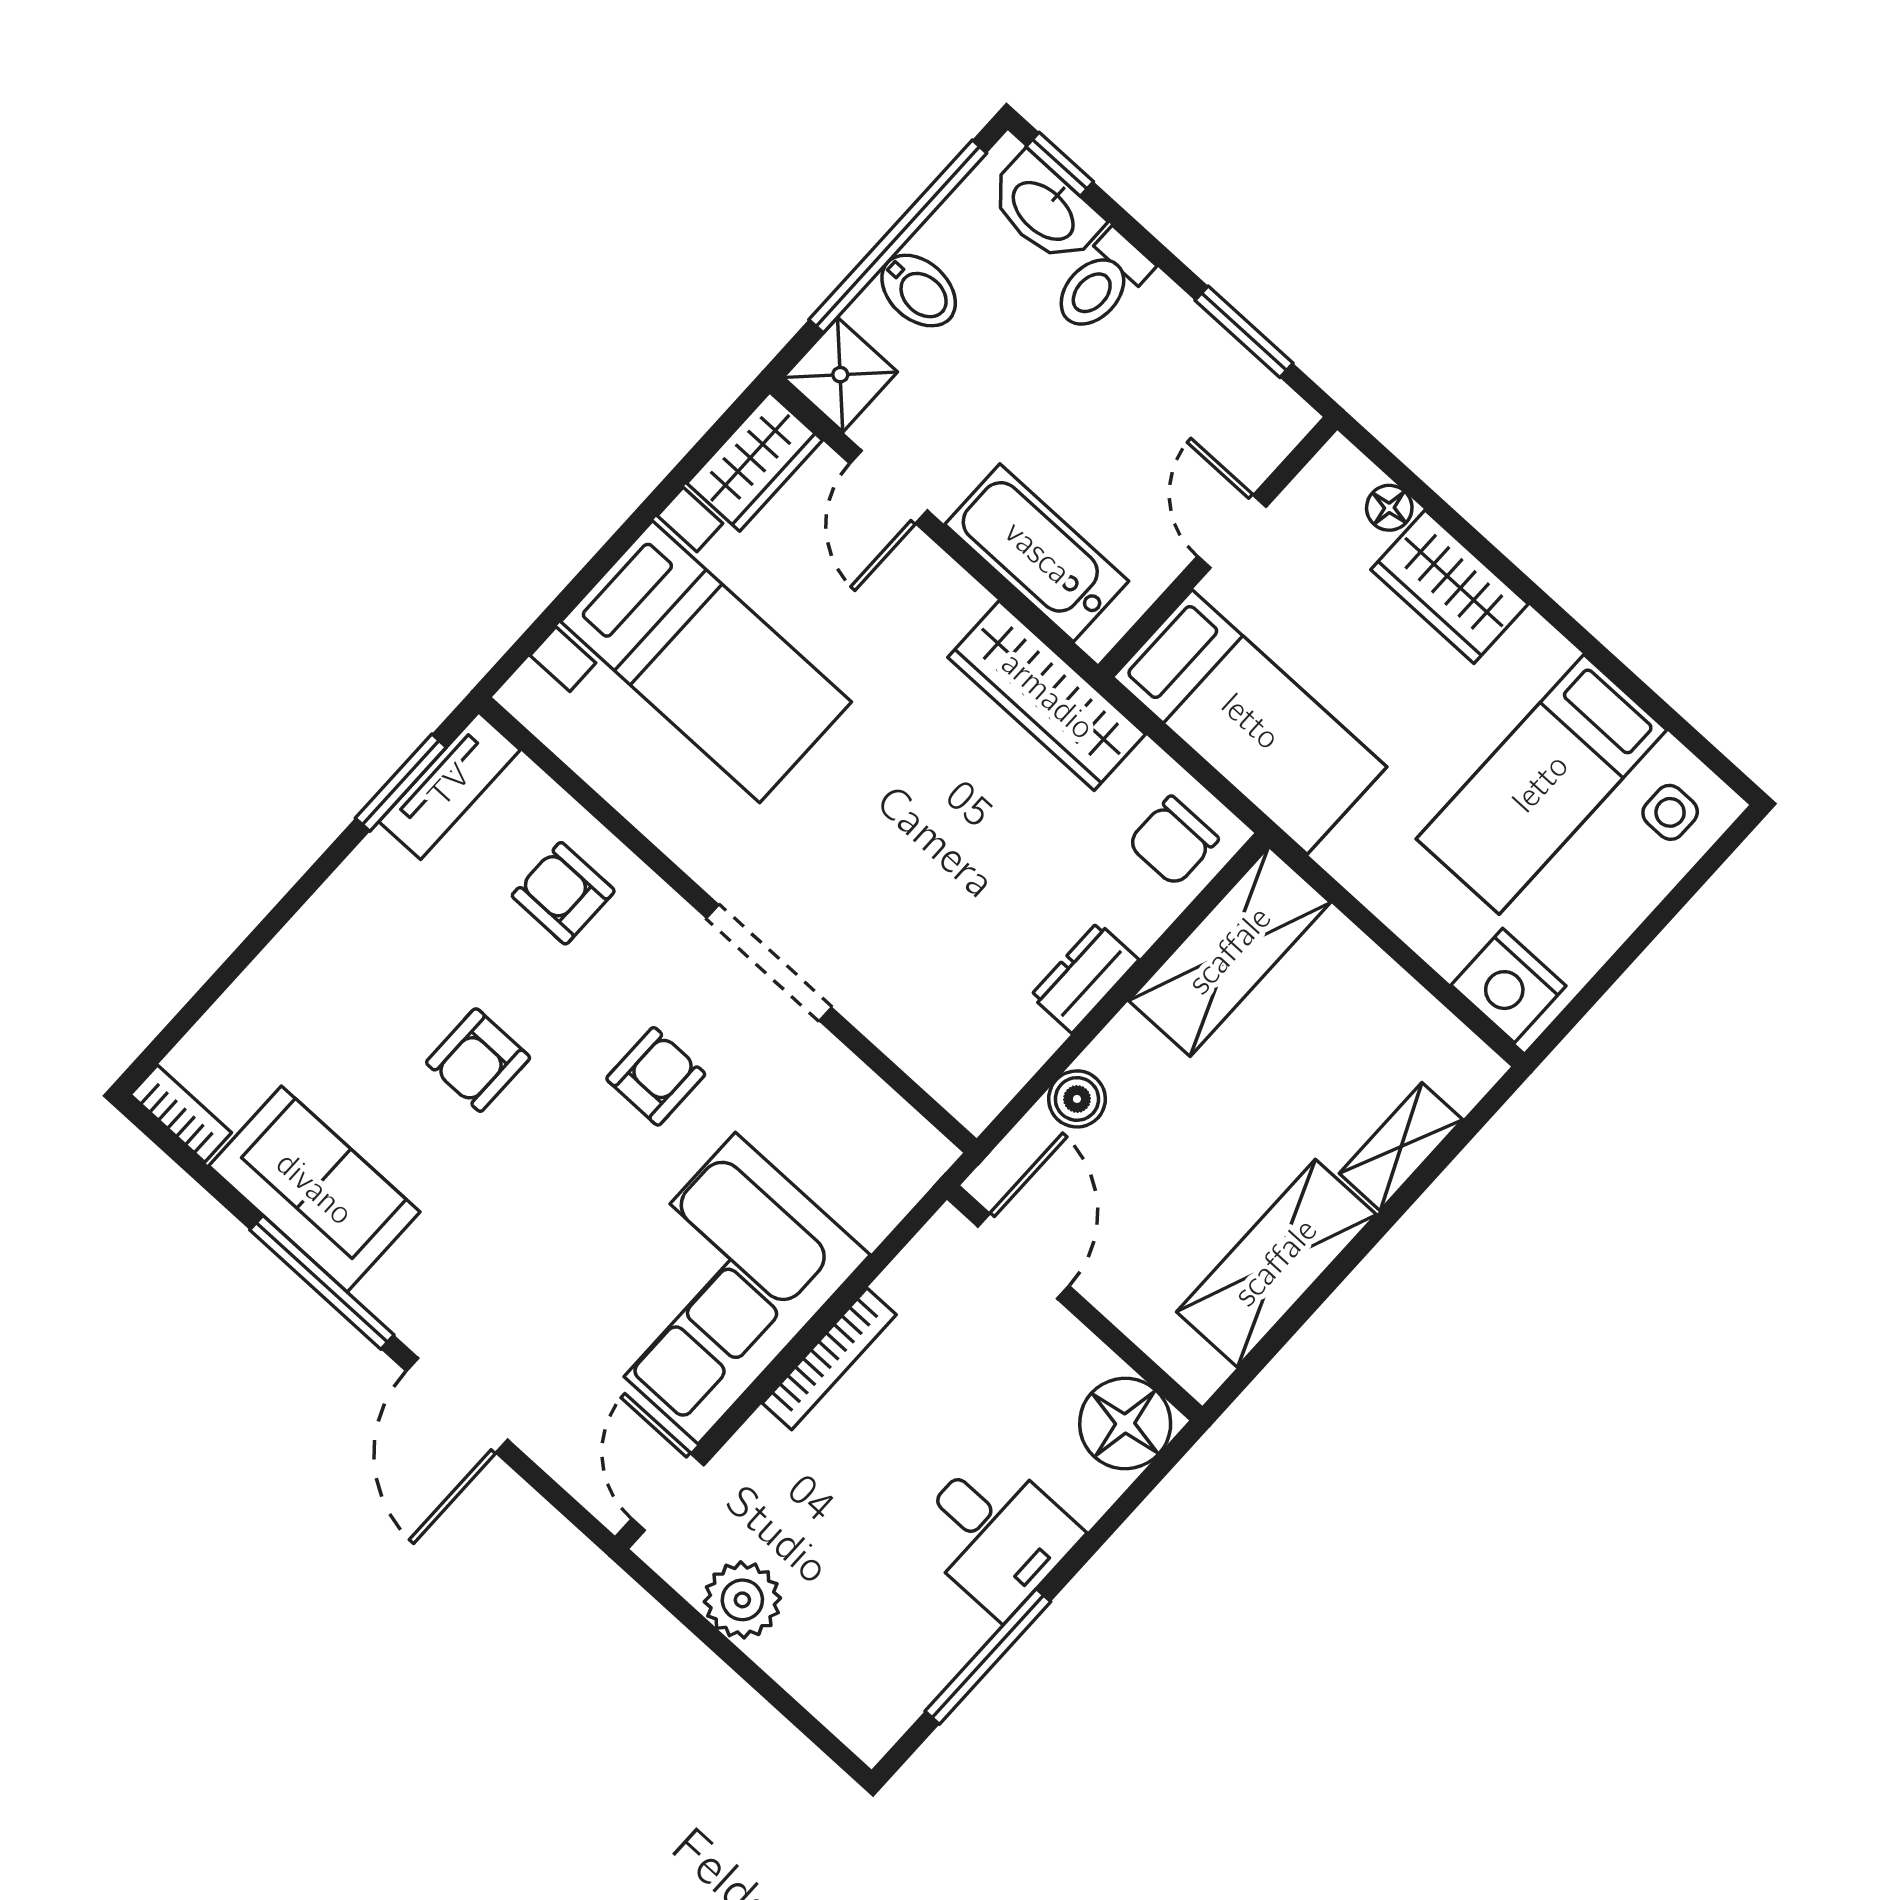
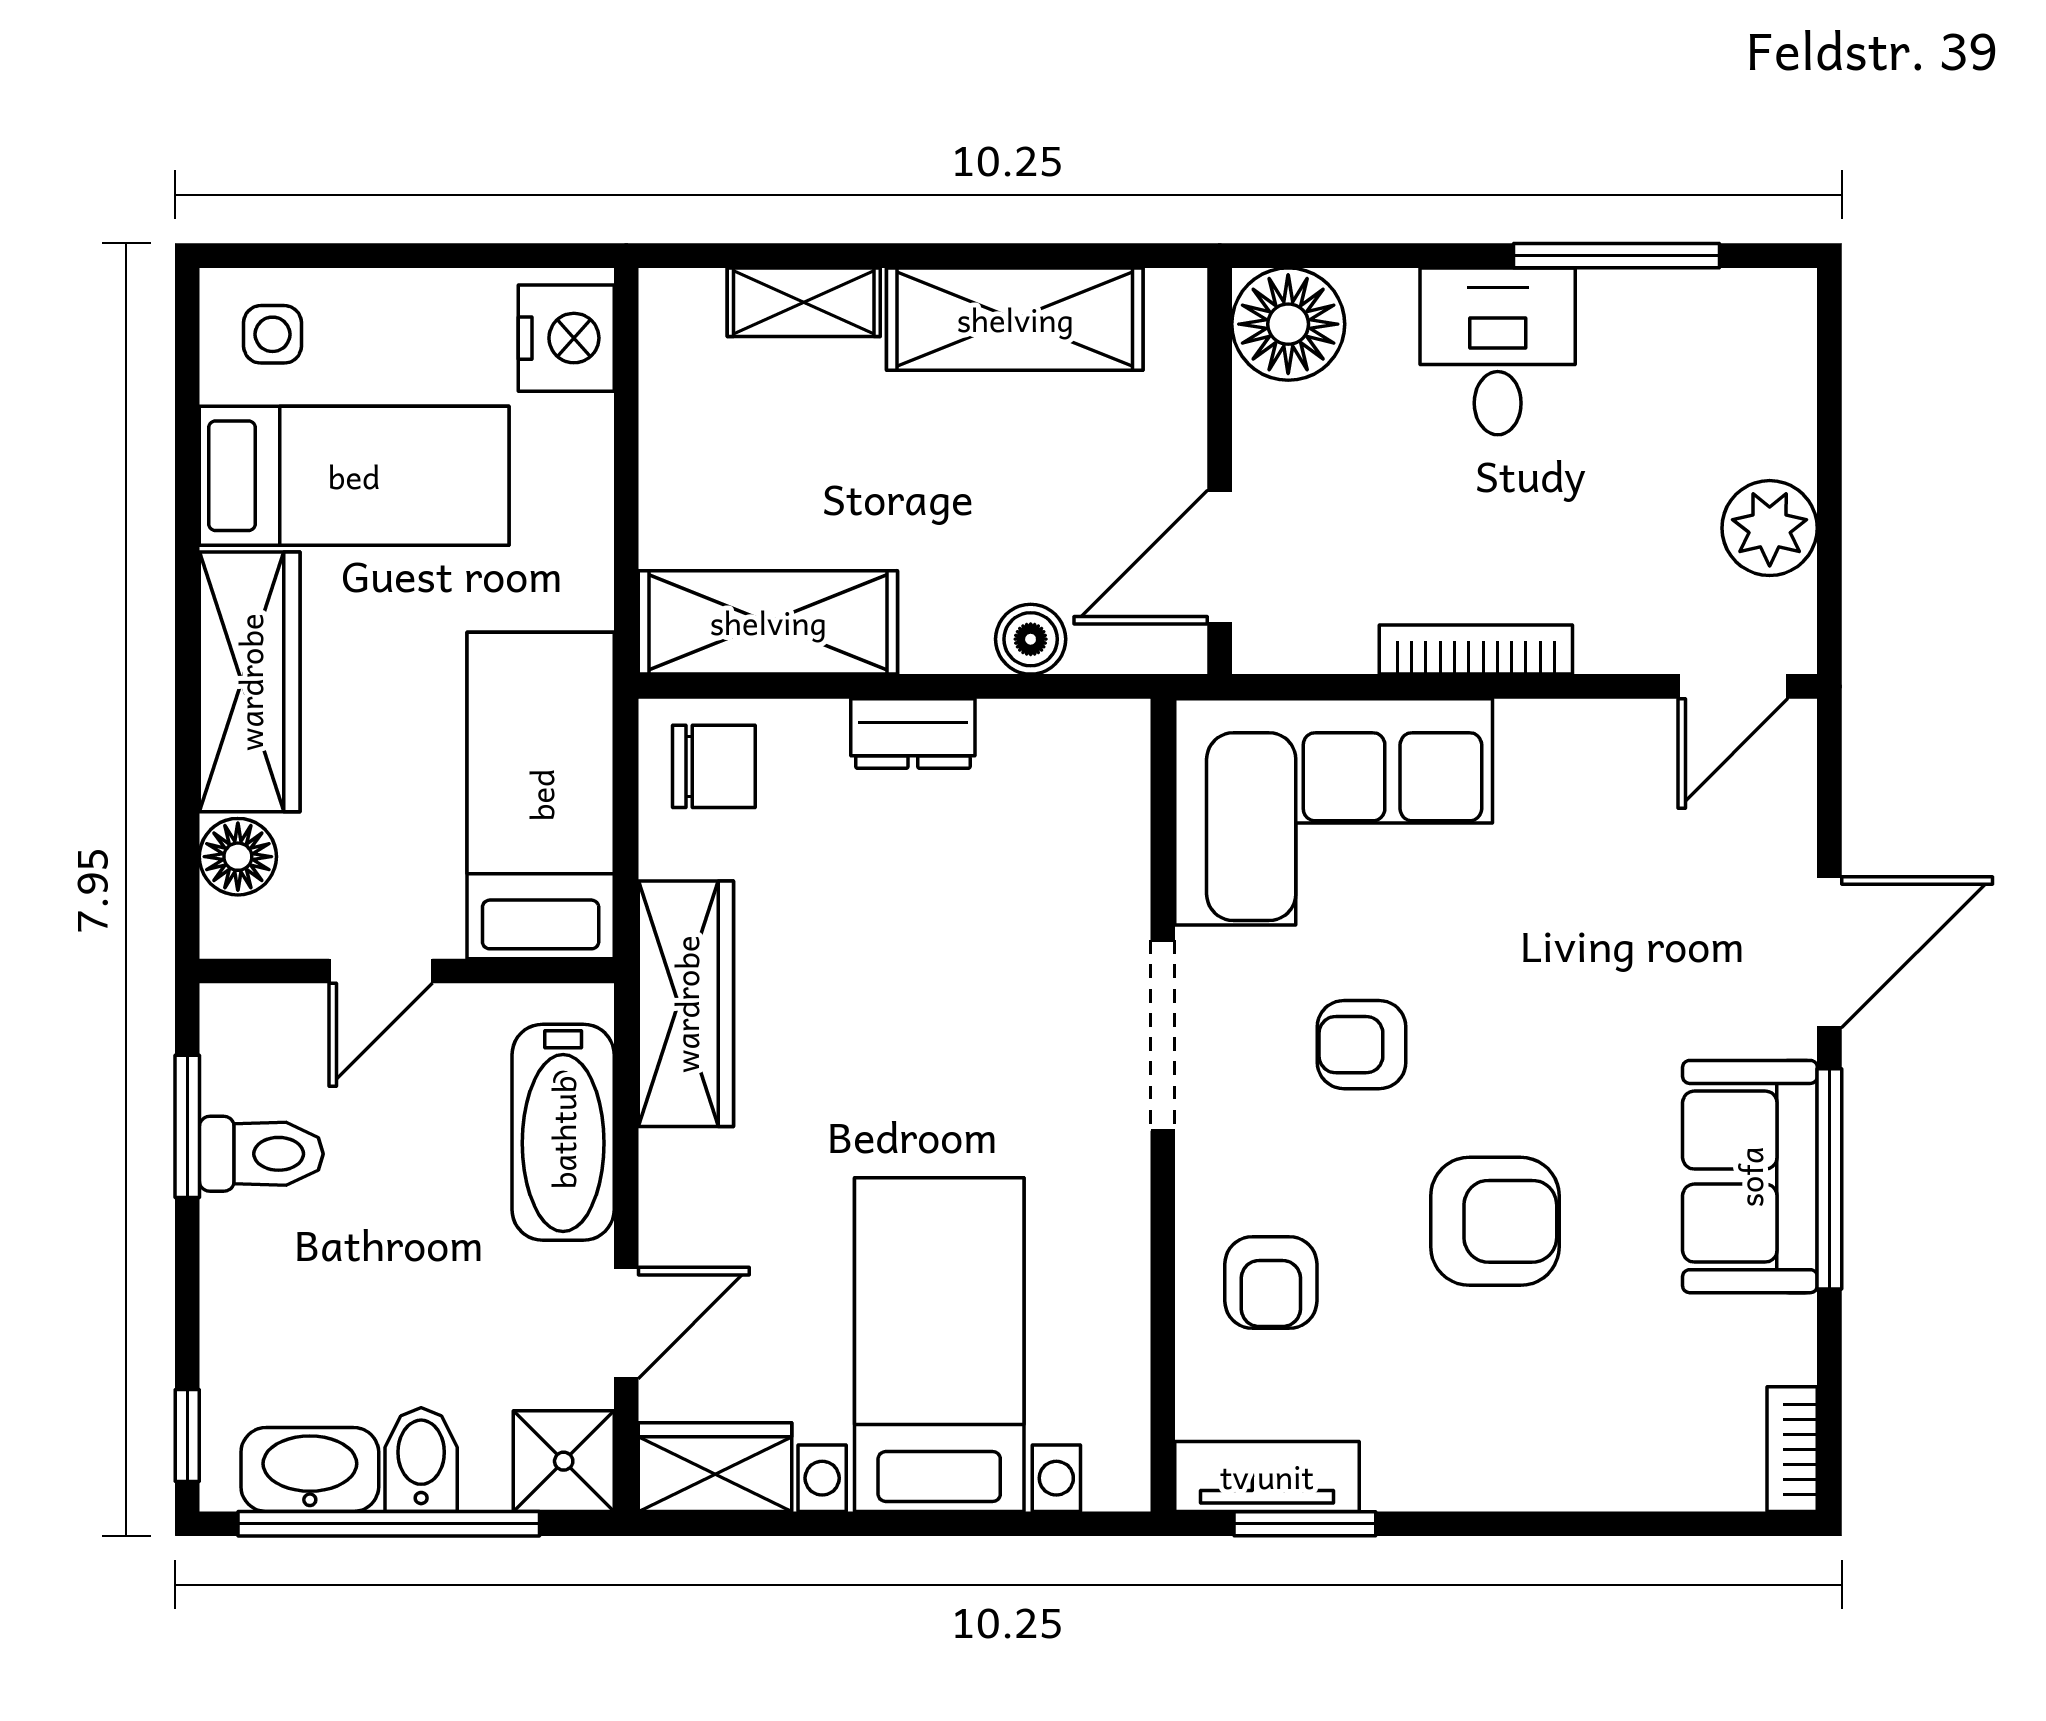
washbasin: (1045, 209) -> (310, 1469), moved, turned -90
toilet: (1101, 282) -> (261, 1154), moved
floor lamp: (1389, 508) -> (238, 857), width x1.37, depth x1.37
wardrobe: (1449, 587) -> (250, 682), width x1.50
armchair: (478, 1060) -> (1495, 1221), width x1.38, depth x1.38
sofa: (314, 1189) -> (1750, 1177), moved
corner sofa: (717, 1288) -> (1334, 812), moved

